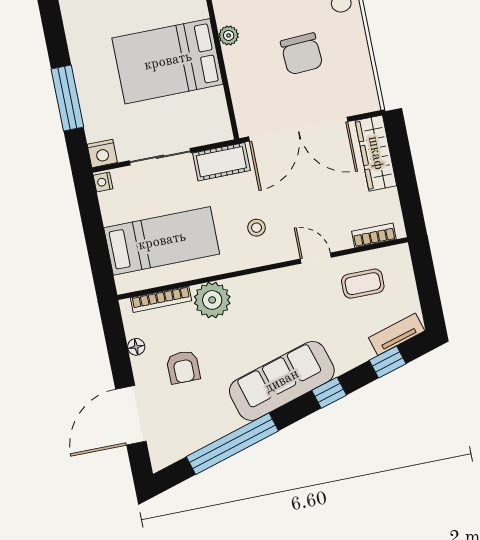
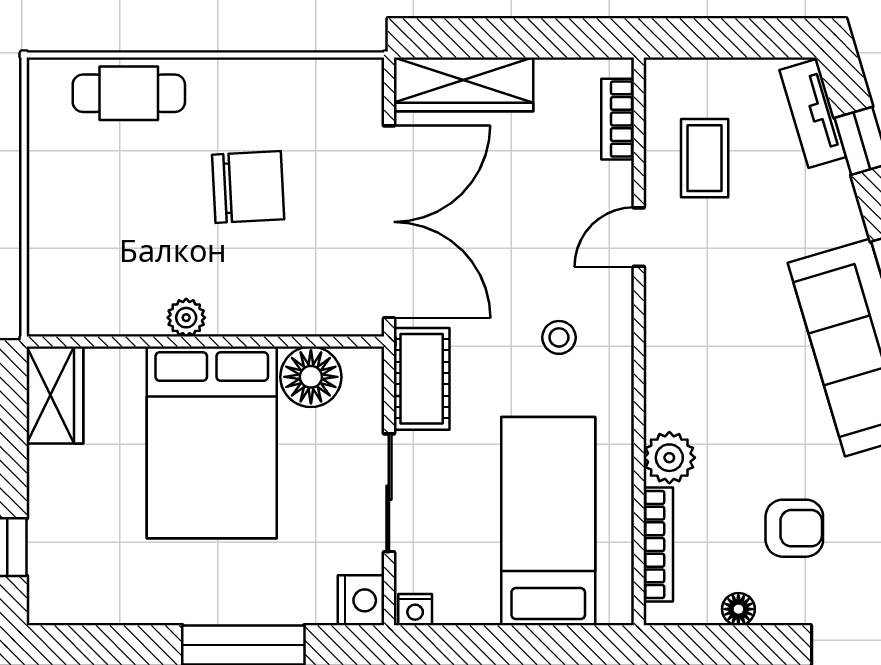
floor lamp: (211, 105) -> (311, 377), added
plant: (212, 300) -> (669, 458), width x0.73, depth x0.73

